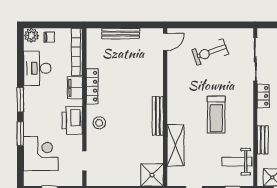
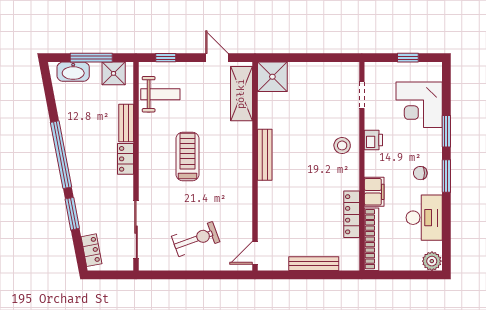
chair: (49, 37) -> (420, 173), moved
locker: (92, 86) -> (352, 214), moved
locker: (263, 96) -> (126, 159), moved
printer: (72, 120) -> (373, 140), width x0.53, depth x0.68
shelving: (175, 145) -> (241, 94), moved

